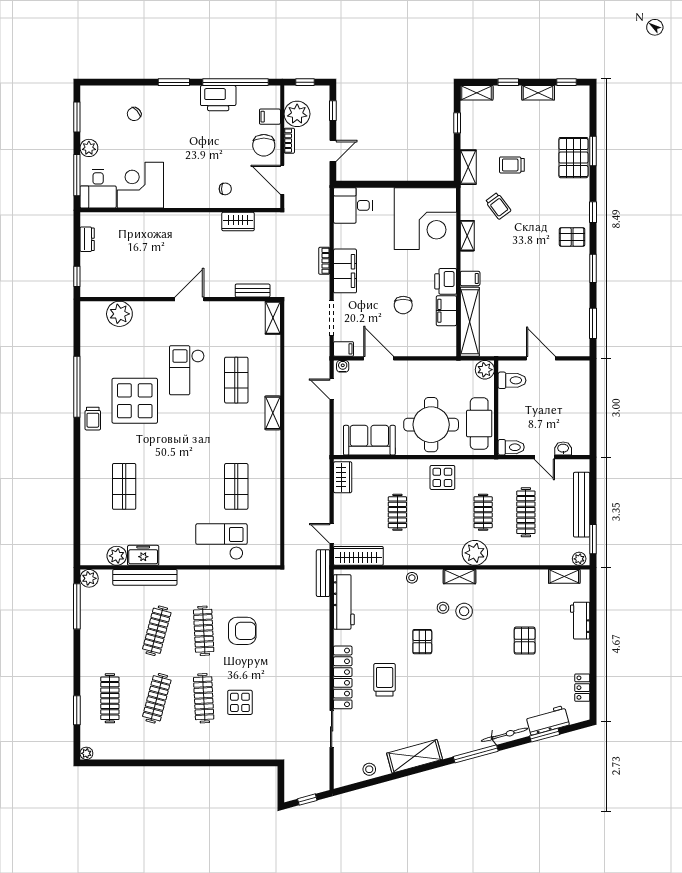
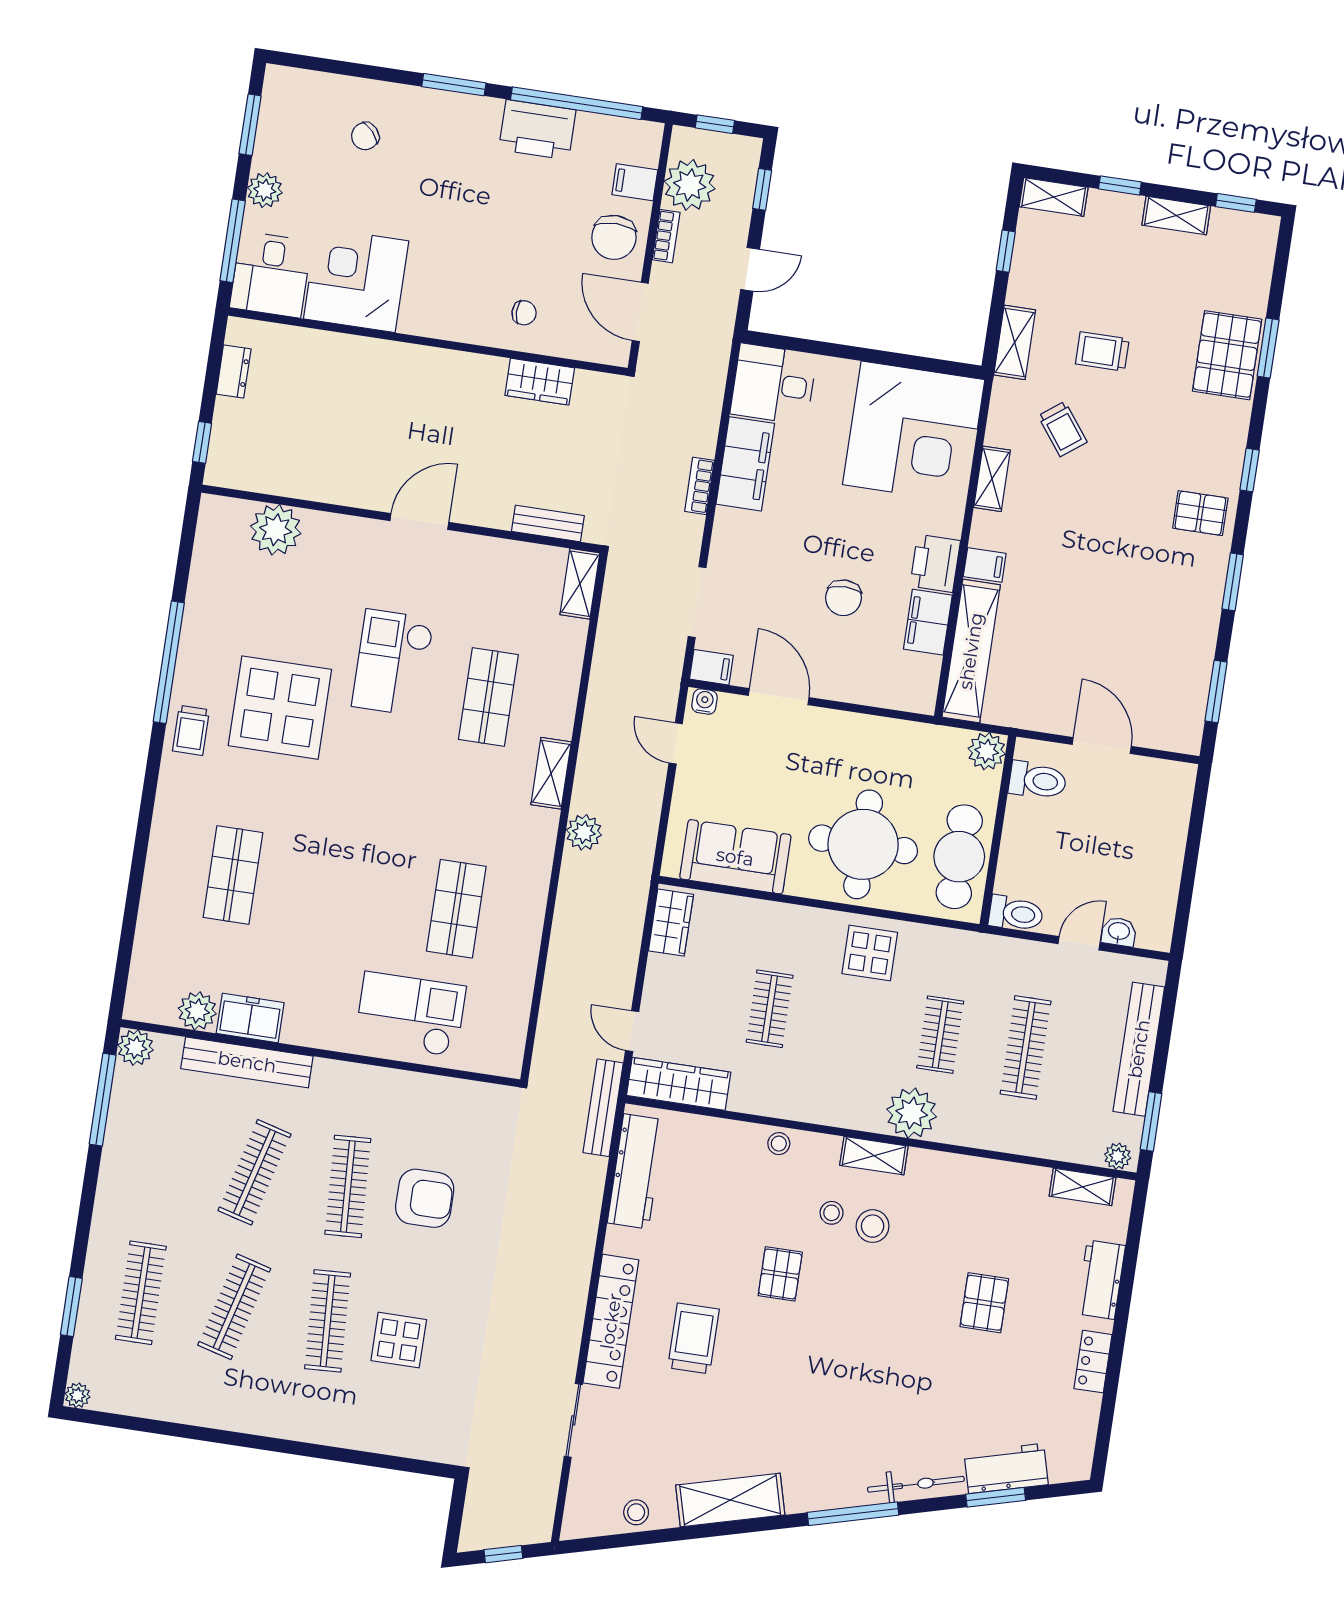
filing cabinet: (345, 271) -> (745, 464), moved
plant: (293, 439) -> (584, 832), added
door: (544, 457) -> (1079, 943), swing flipped
locker: (582, 688) -> (1093, 1362), moved

